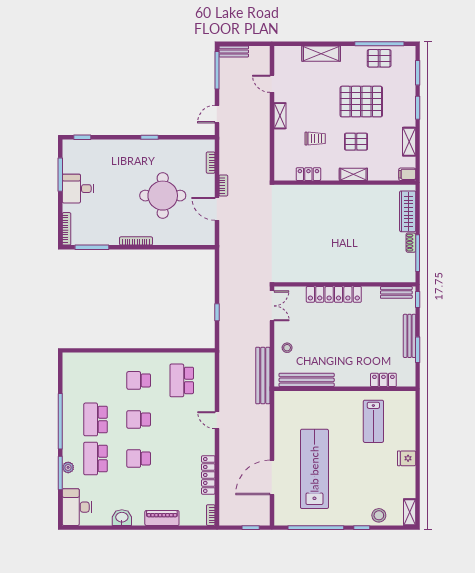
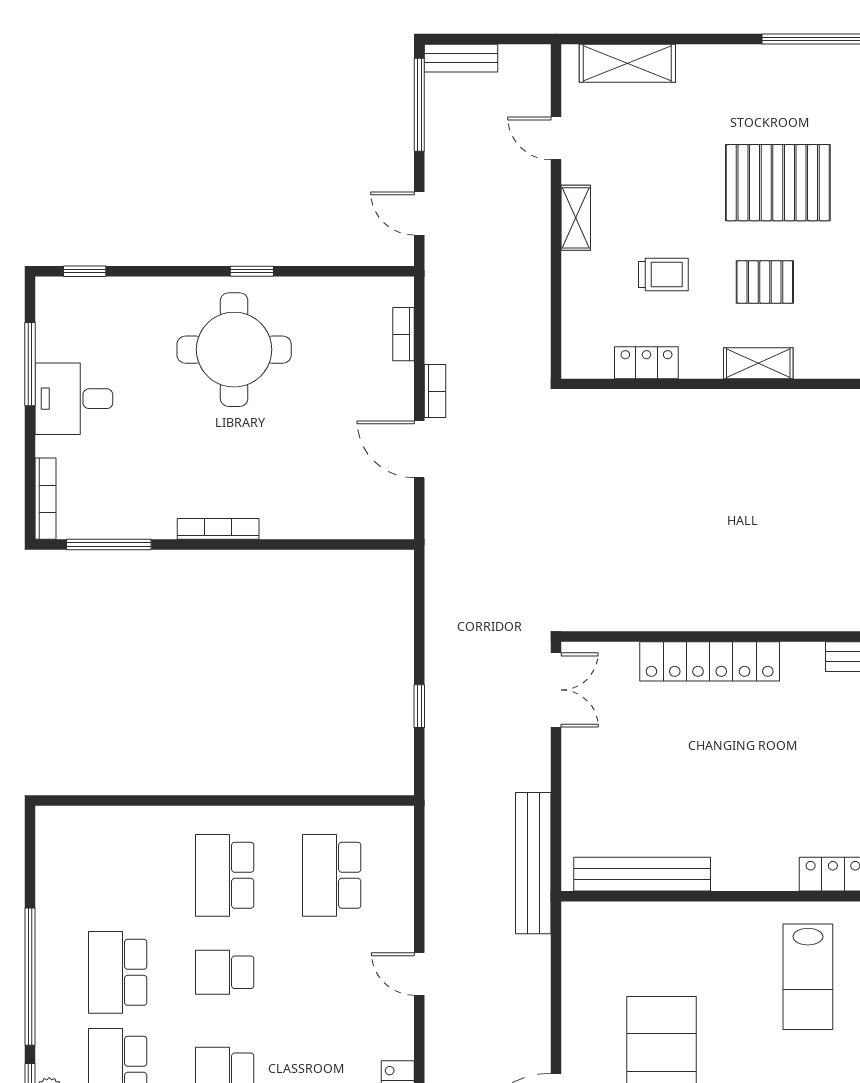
shelving: (321, 54) -> (627, 63), moved
pallet: (379, 58) -> (822, 75), removed
door: (217, 114) -> (419, 214), hinge flipped
round table: (163, 196) -> (234, 350), moved
stool: (287, 348) -> (593, 794), removed
school desk: (139, 380) -> (225, 875), width x1.85

